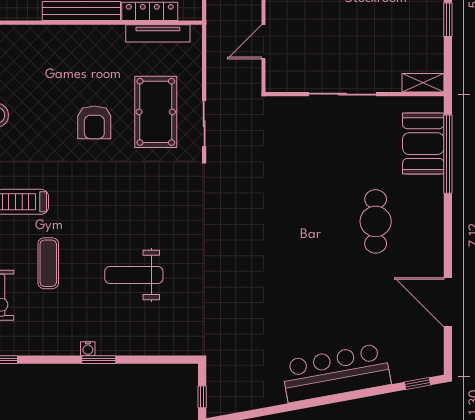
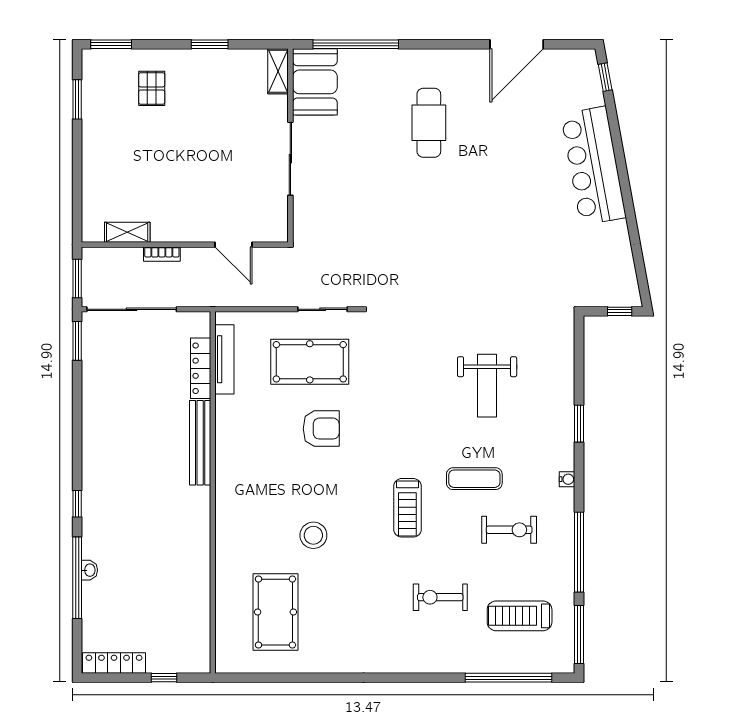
booth: (423, 144) -> (315, 82), moved, turned 90
cafe table: (376, 221) -> (429, 123), turned 90
water cooler: (88, 349) -> (567, 479), moved

